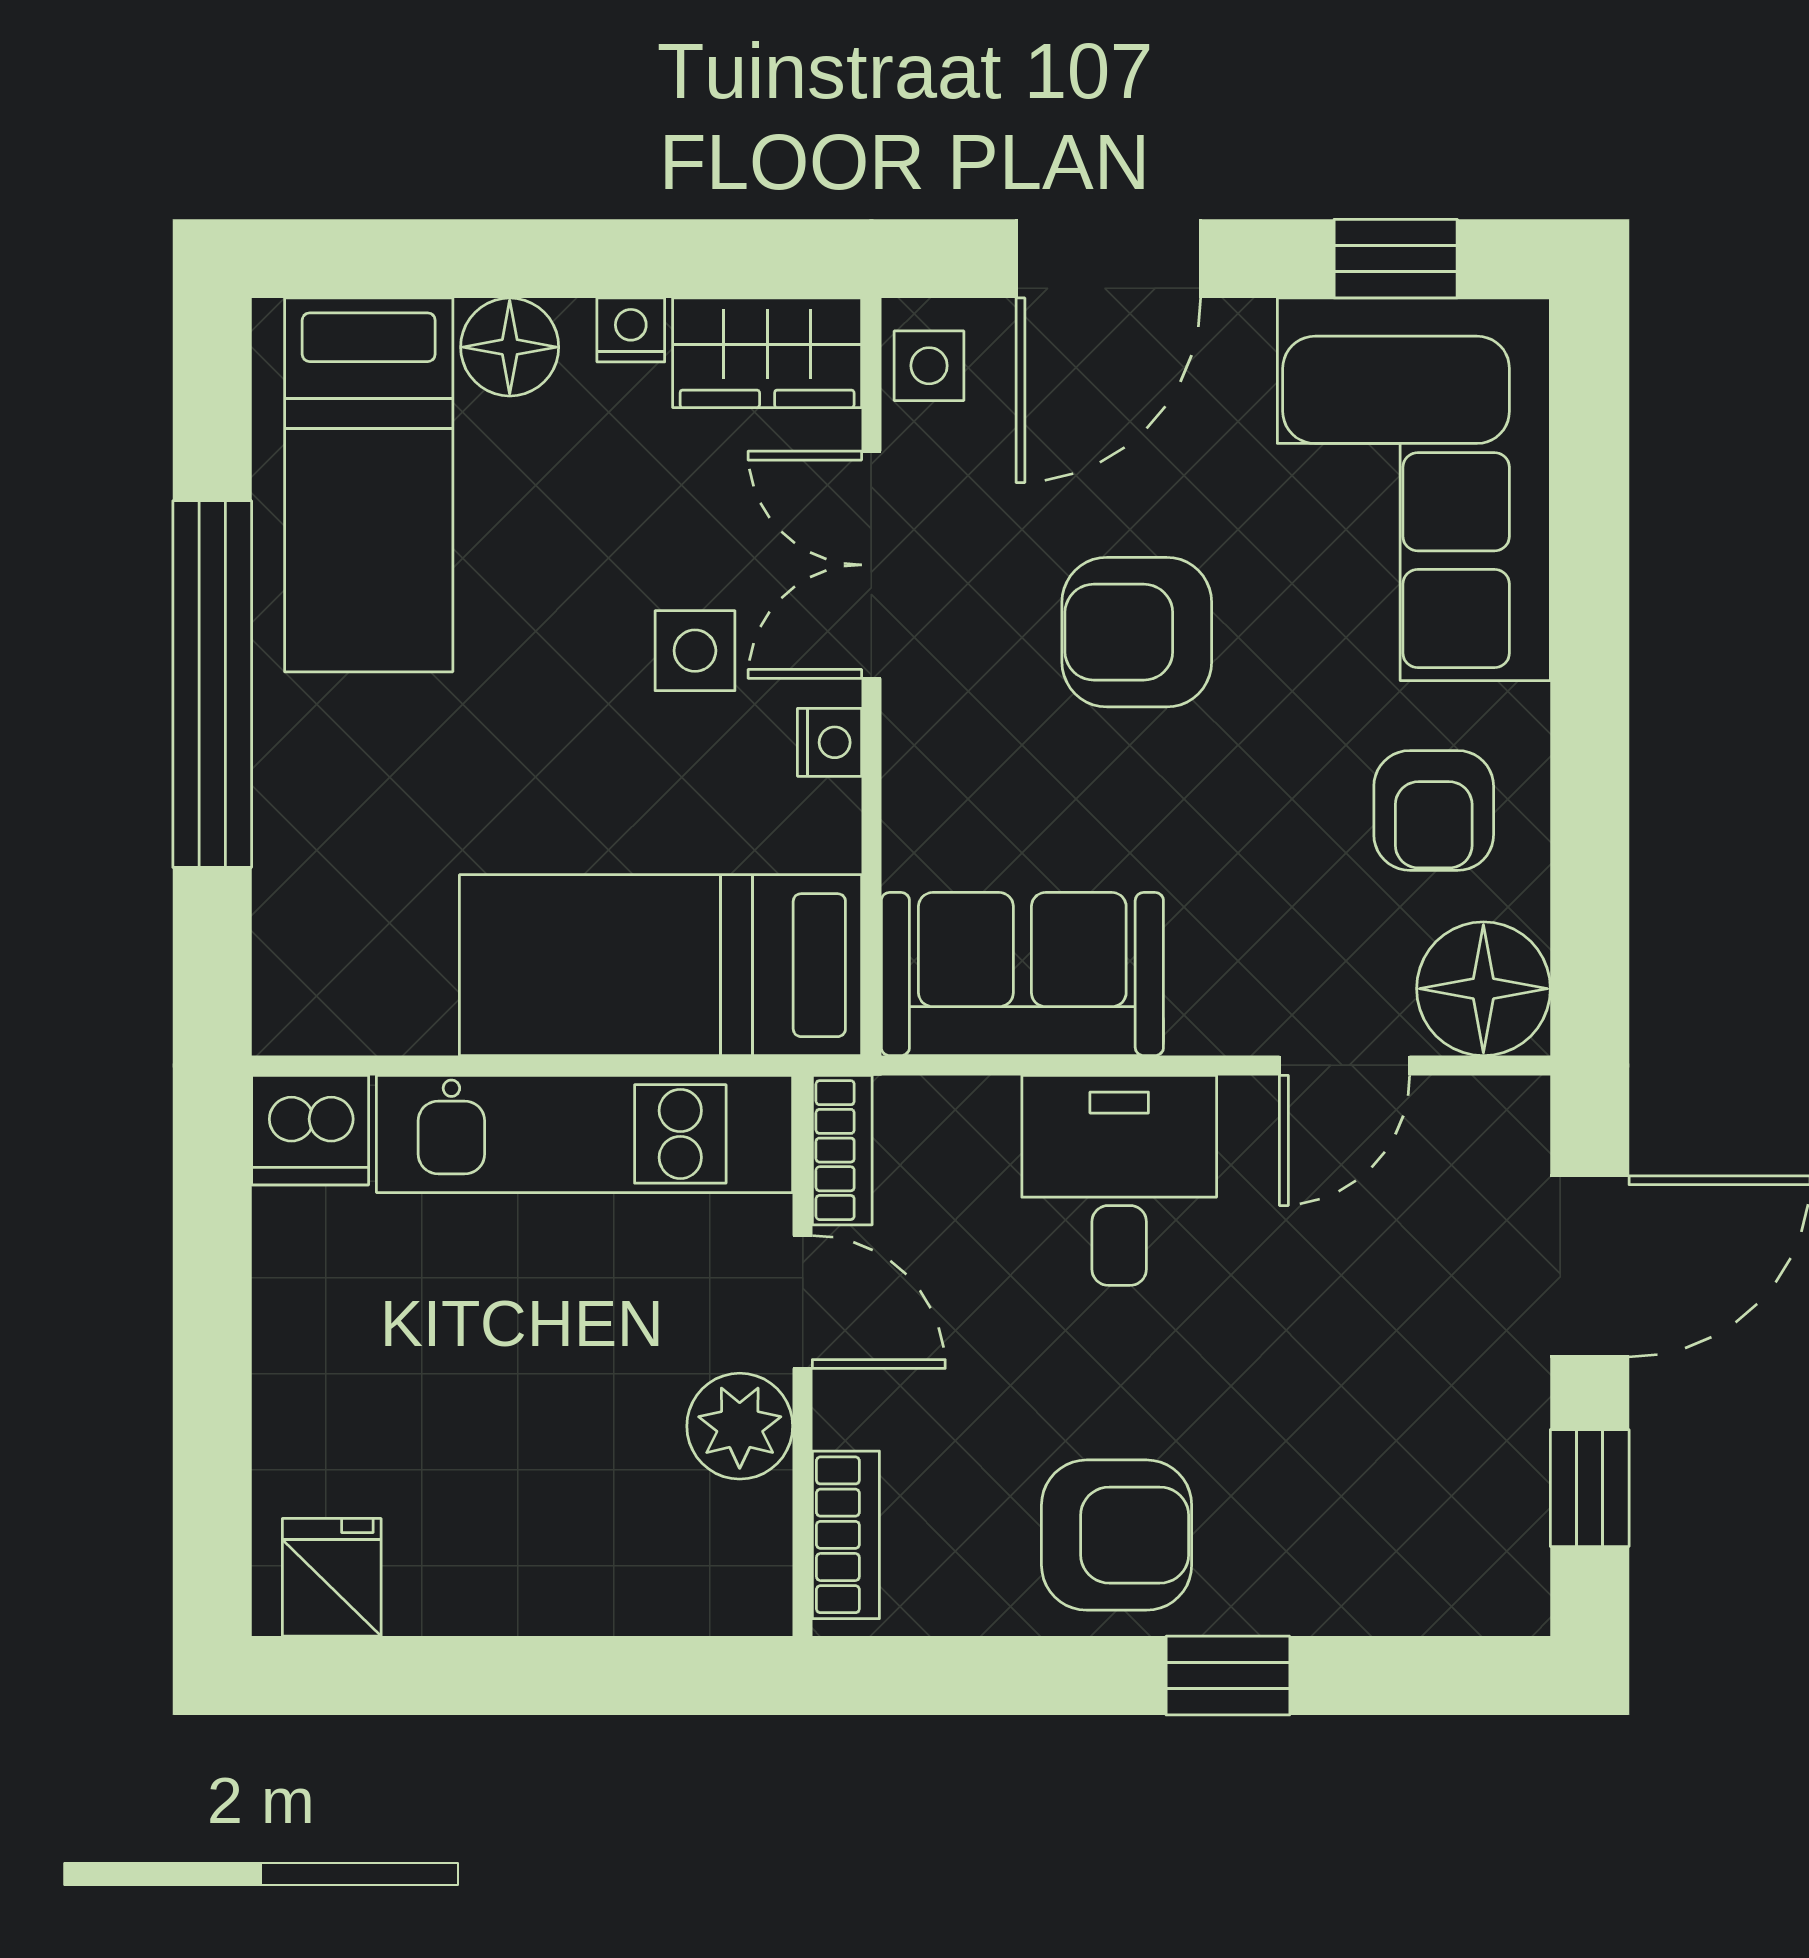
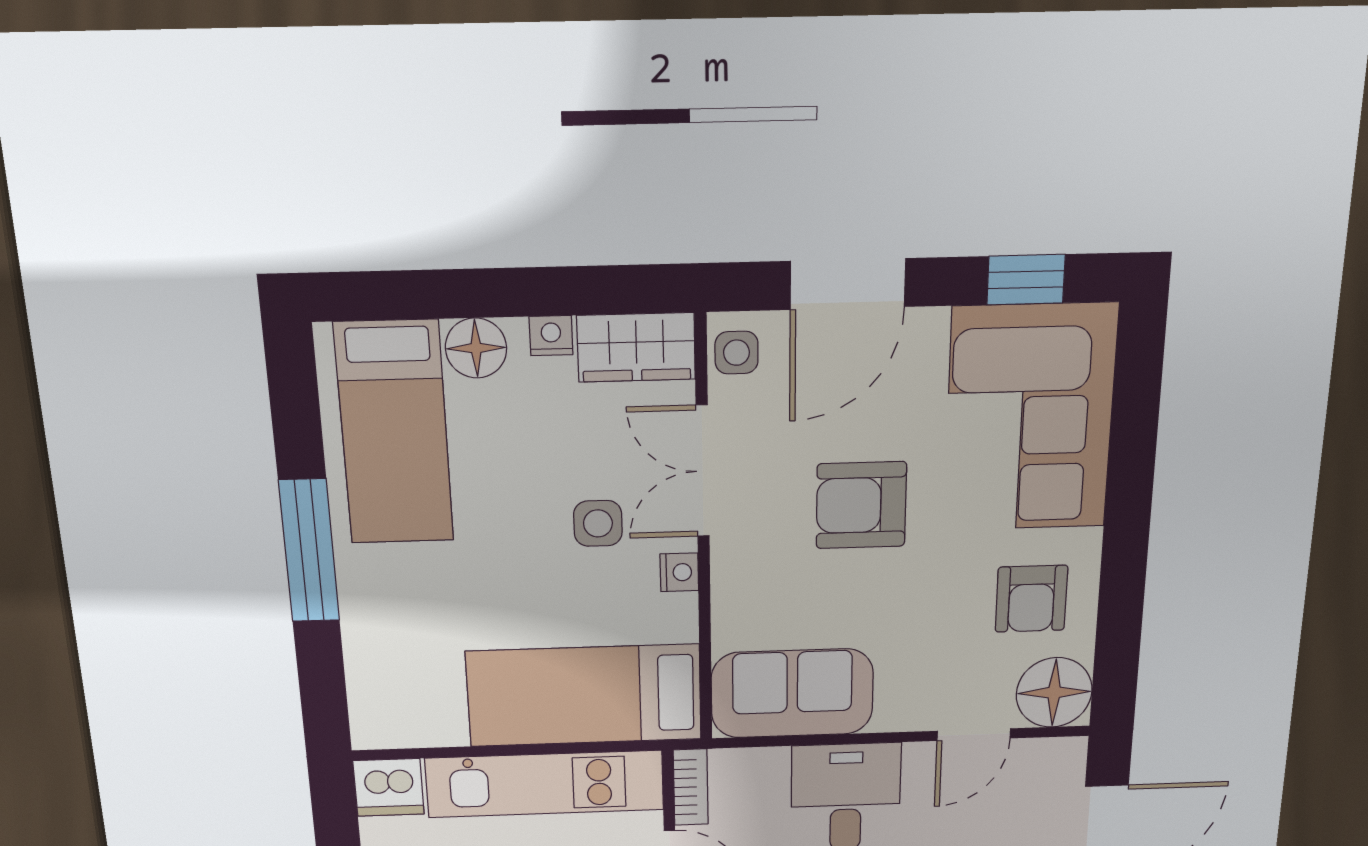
window: (212, 684) -> (309, 551), width x0.68

